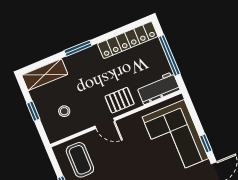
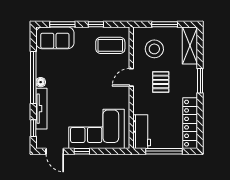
pallet: (120, 100) -> (161, 82), moved
window: (33, 111) -> (165, 24), width x1.50
stool: (64, 111) -> (154, 49), width x1.89, depth x1.89

